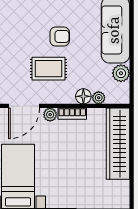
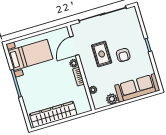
floor lamp: (83, 96) -> (91, 80), removed
door: (24, 106) -> (74, 46), hinge flipped
wardrobe: (118, 144) -> (53, 114), moved

